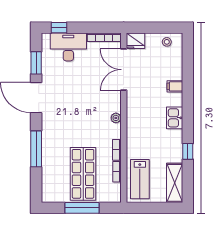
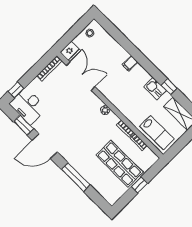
desk: (68, 47) -> (28, 106), moved, turned -90
double door: (124, 70) -> (81, 76), swing flipped
filing cabinet: (175, 86) -> (130, 63), moved
kitchen sink: (175, 118) -> (155, 89), moved
window: (82, 208) -> (139, 185), width x0.46

